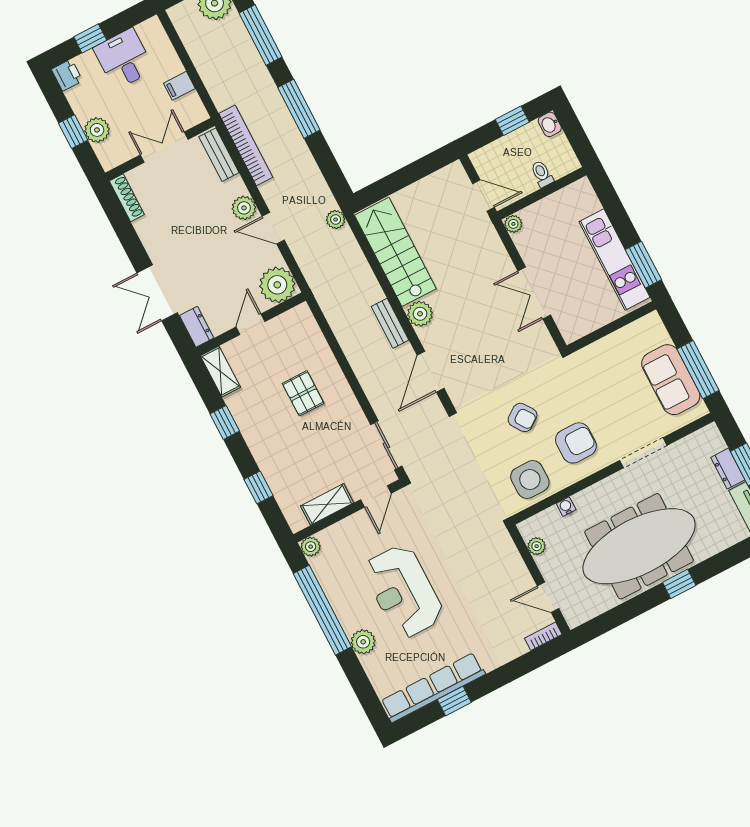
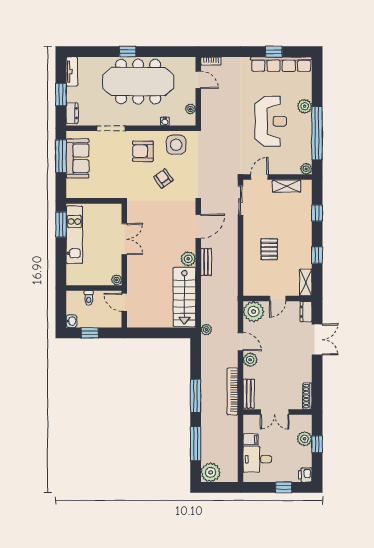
desk: (124, 59) -> (257, 459), moved, turned 90
dresser: (728, 469) -> (72, 113), moved

